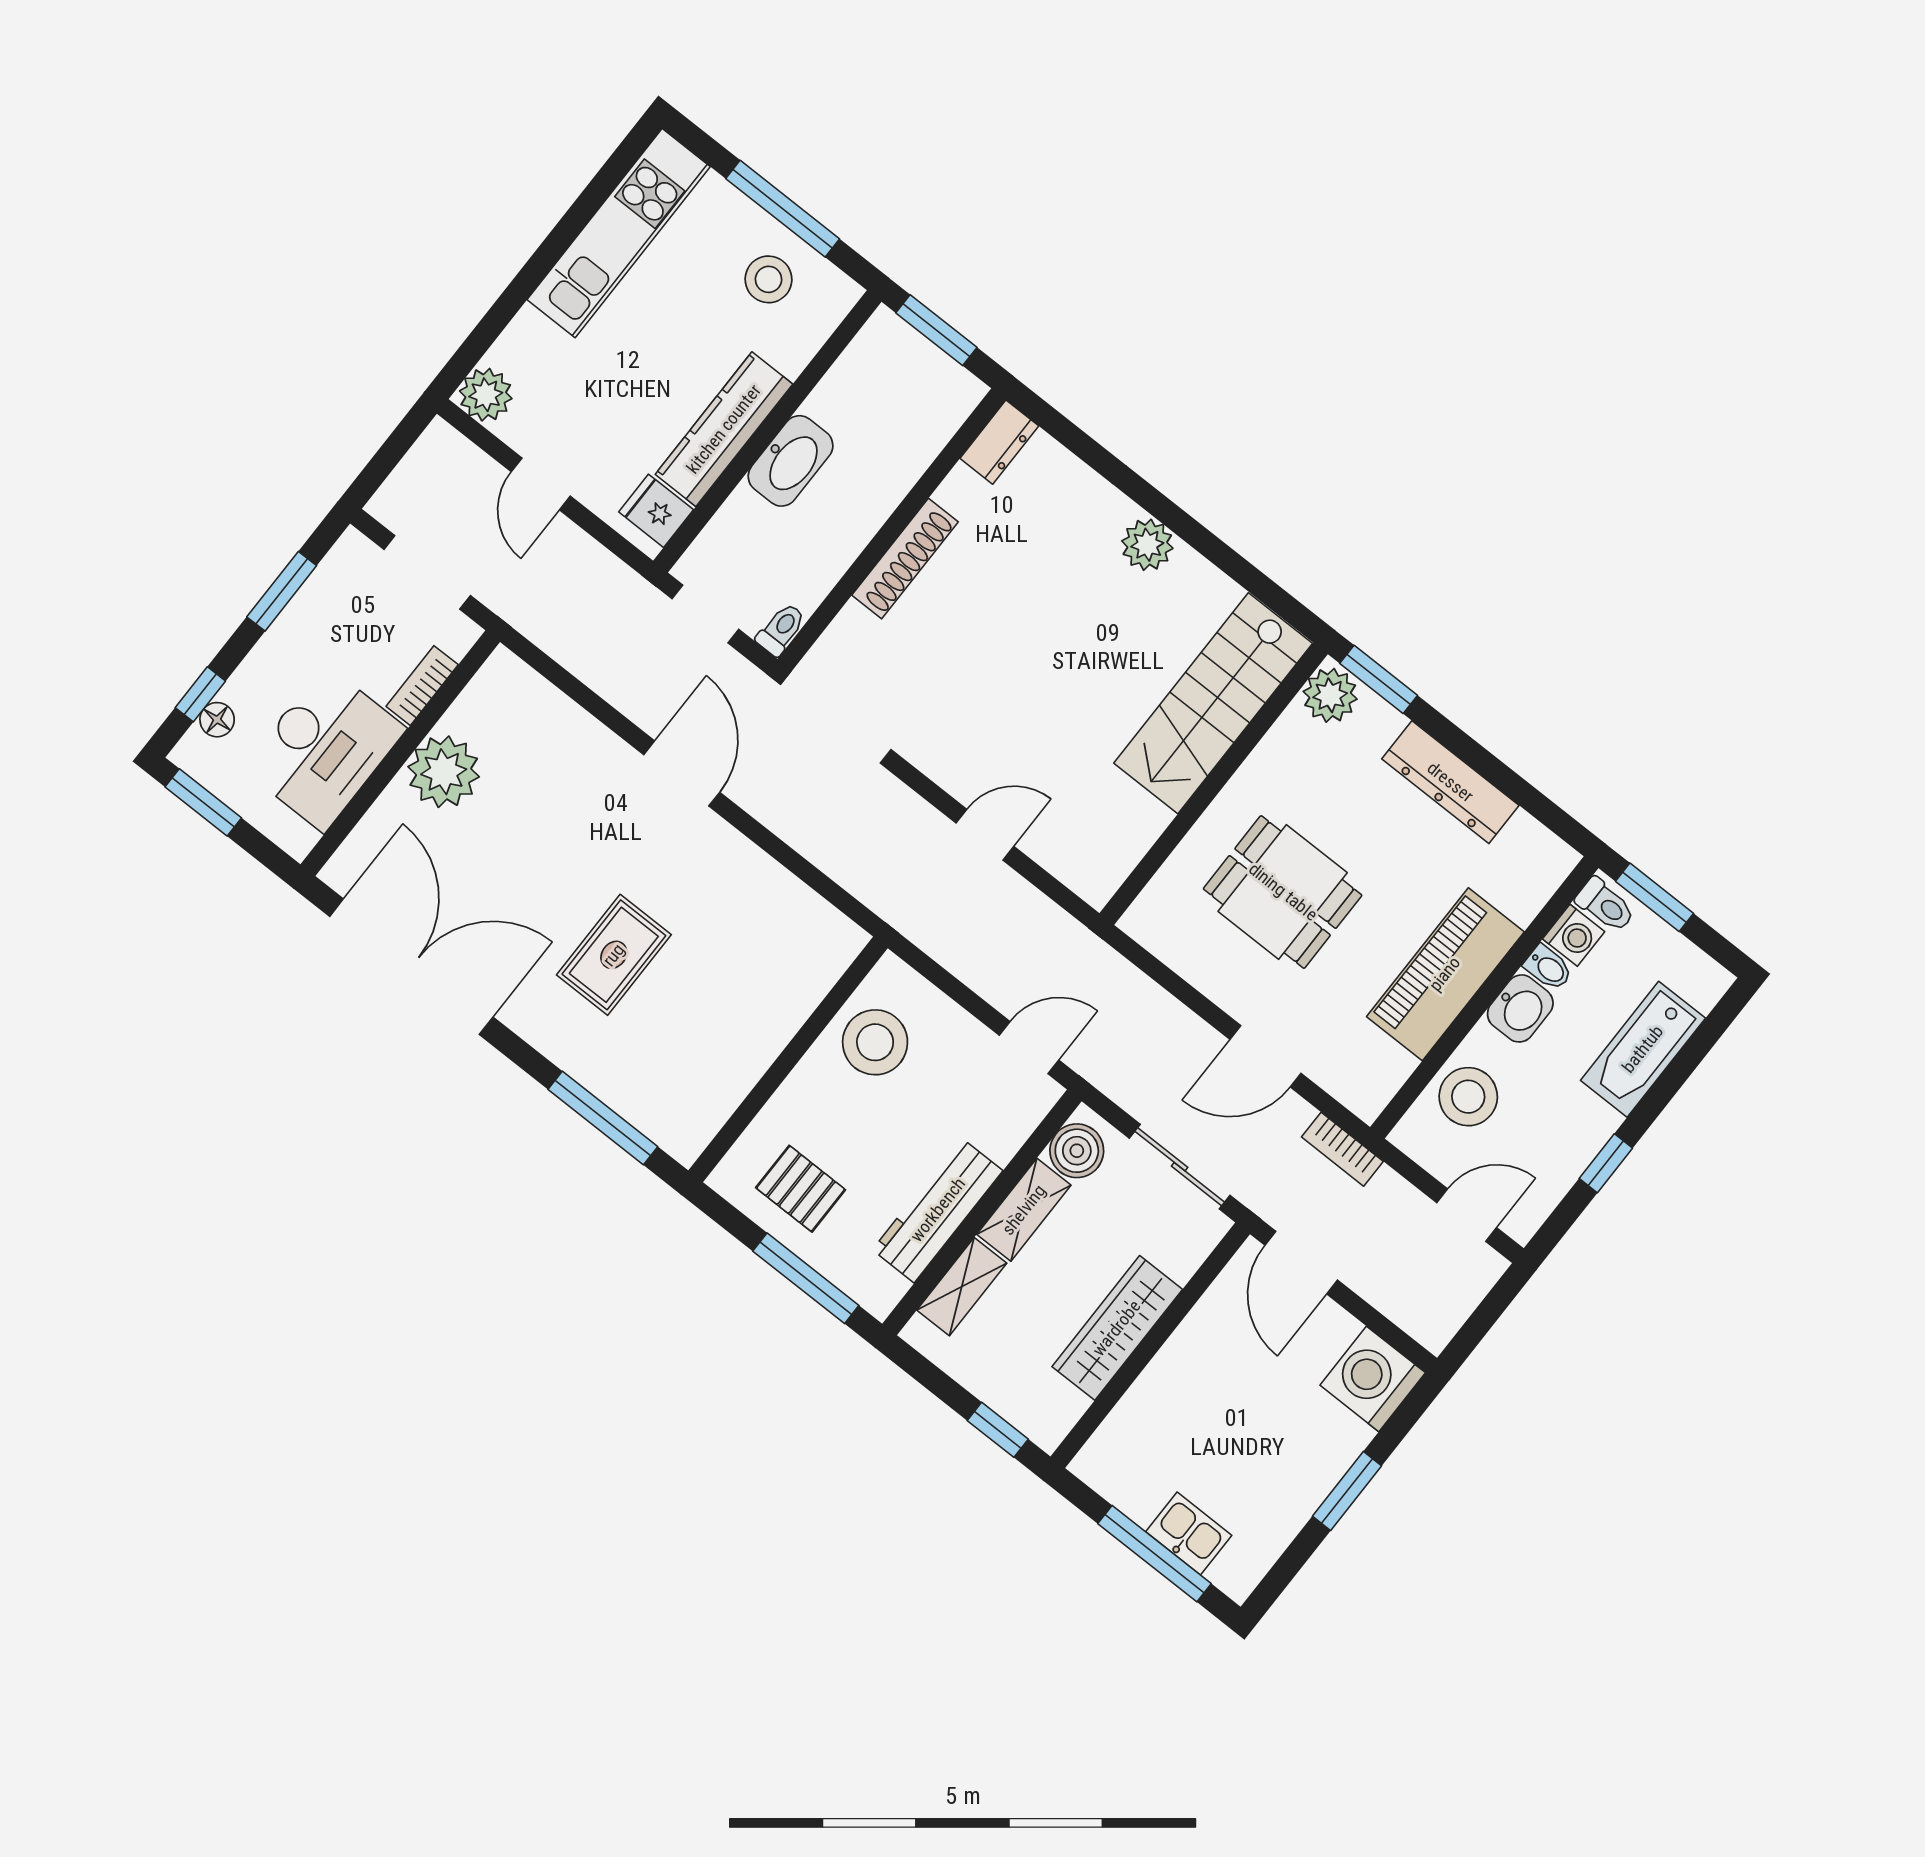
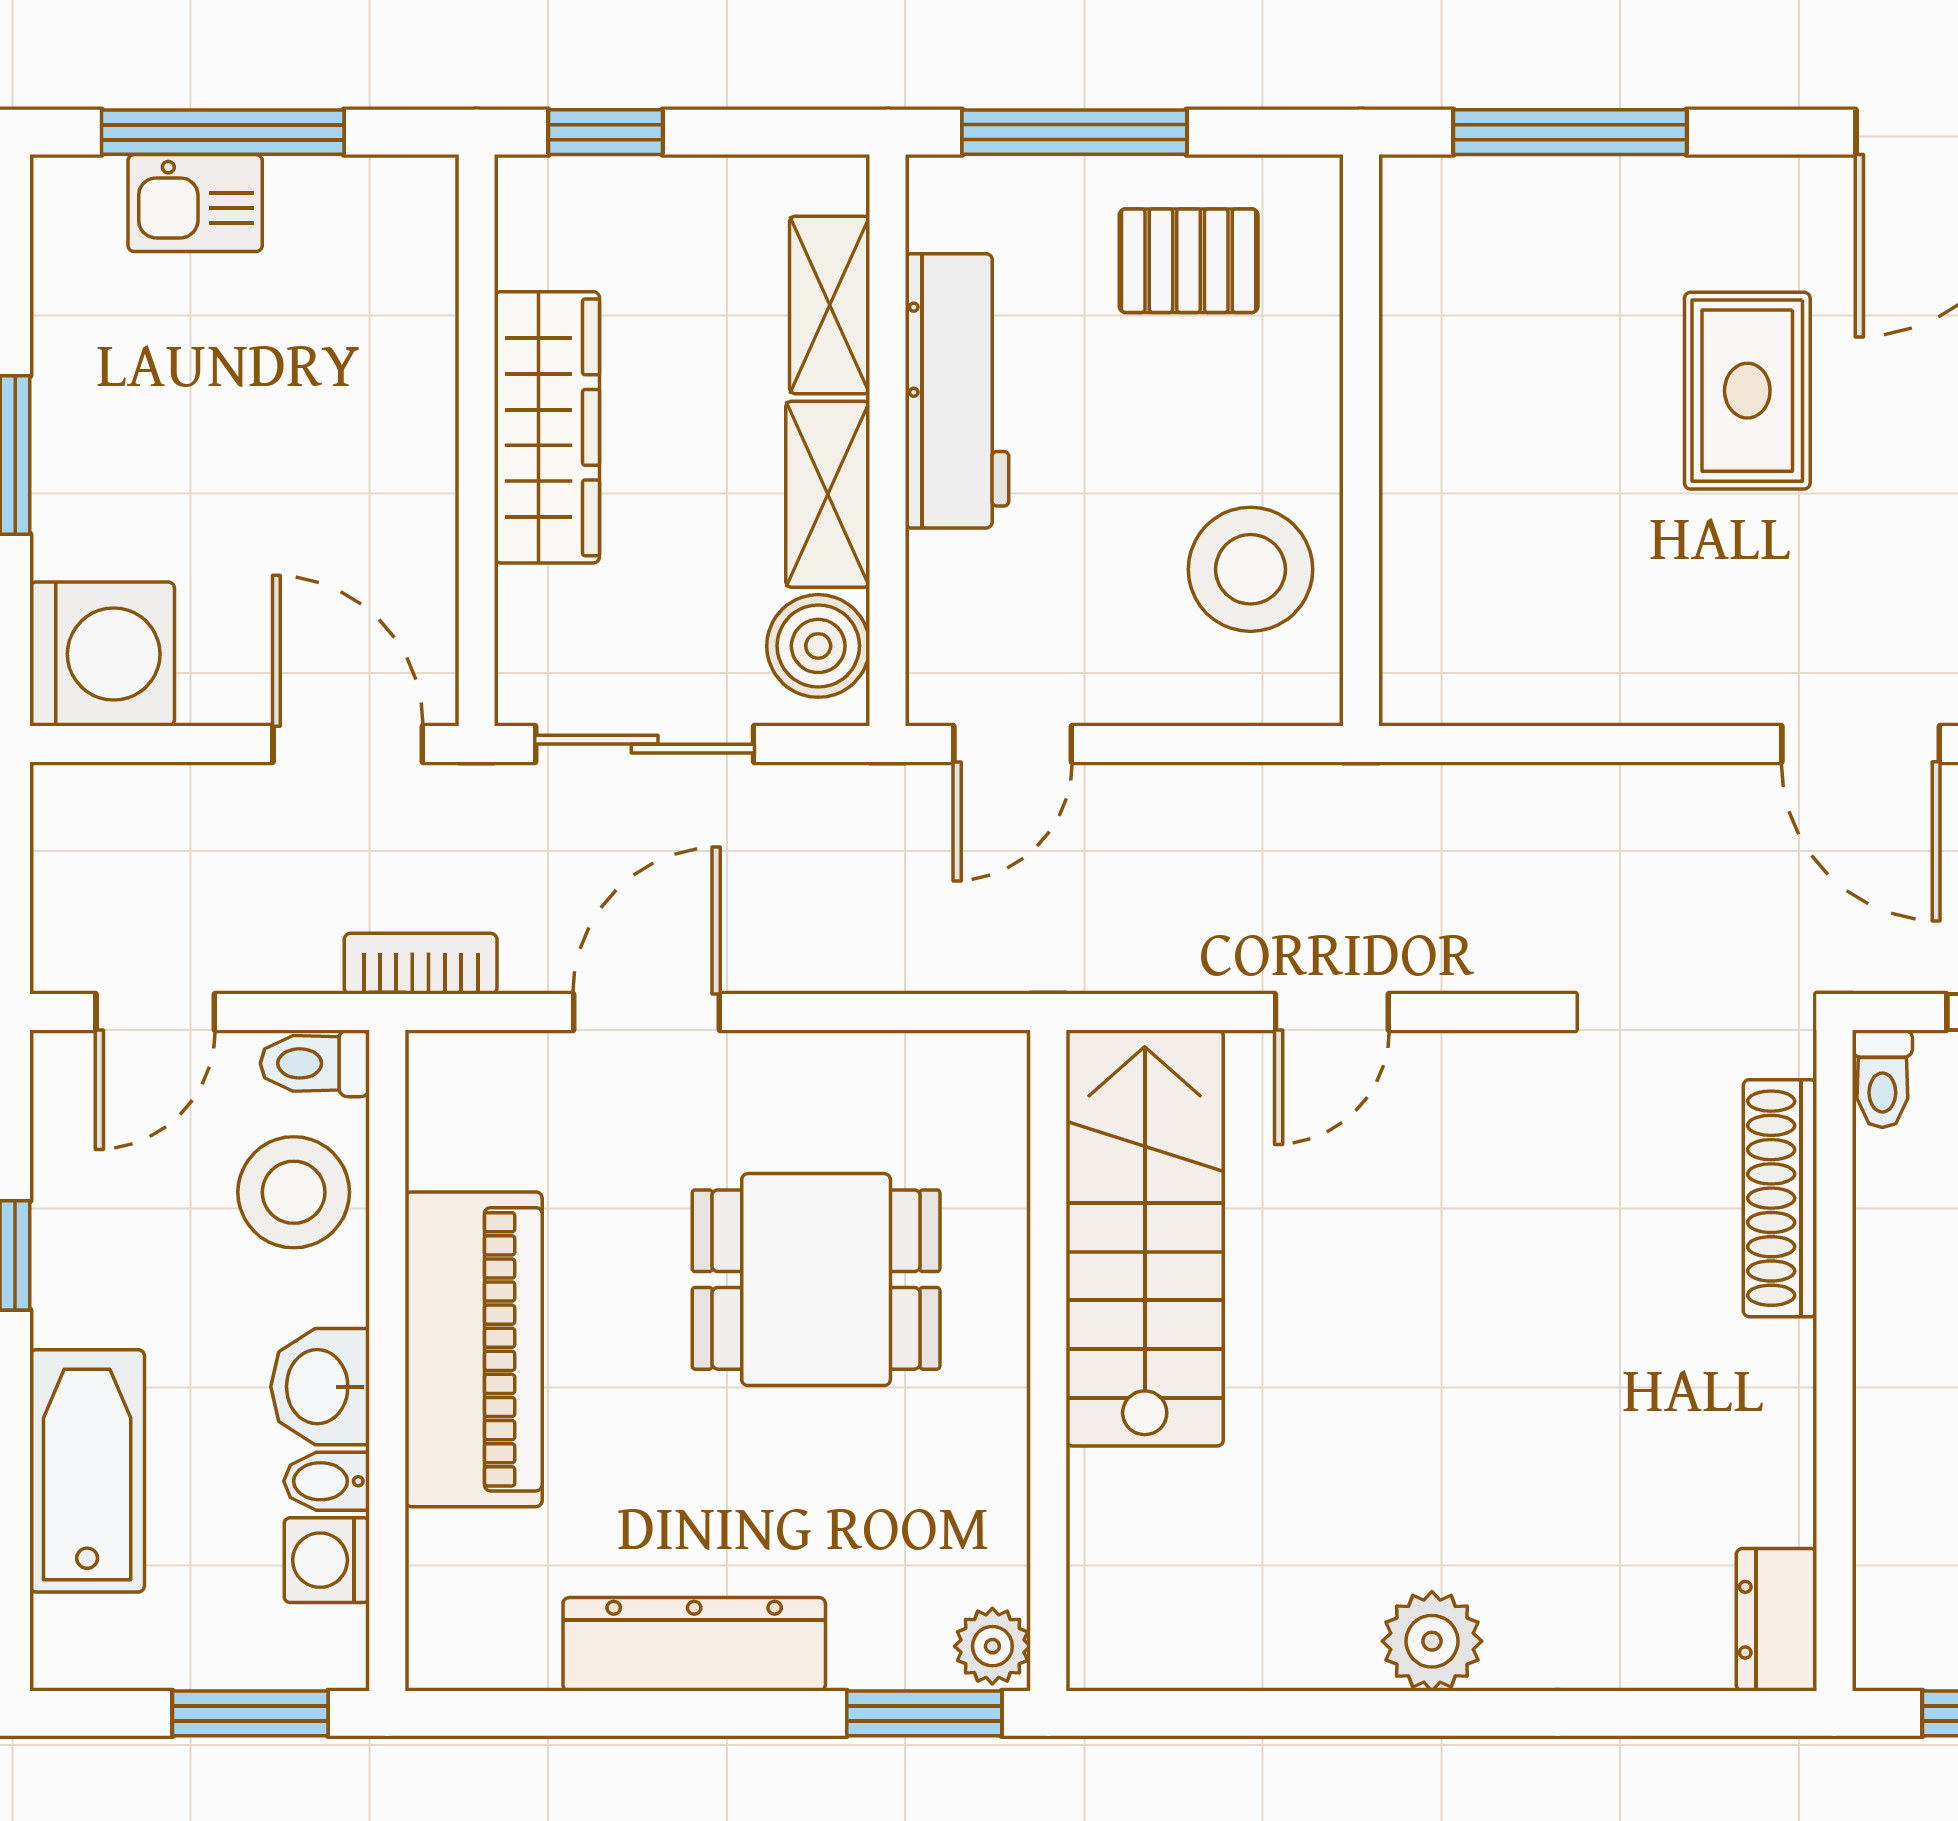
shoe rack: (905, 559) -> (1780, 1198), moved
plant: (1330, 695) -> (992, 1646), width x0.73, depth x0.73
stairs: (1213, 703) -> (1145, 1238), moved
toilet: (1605, 905) -> (315, 1063), moved

